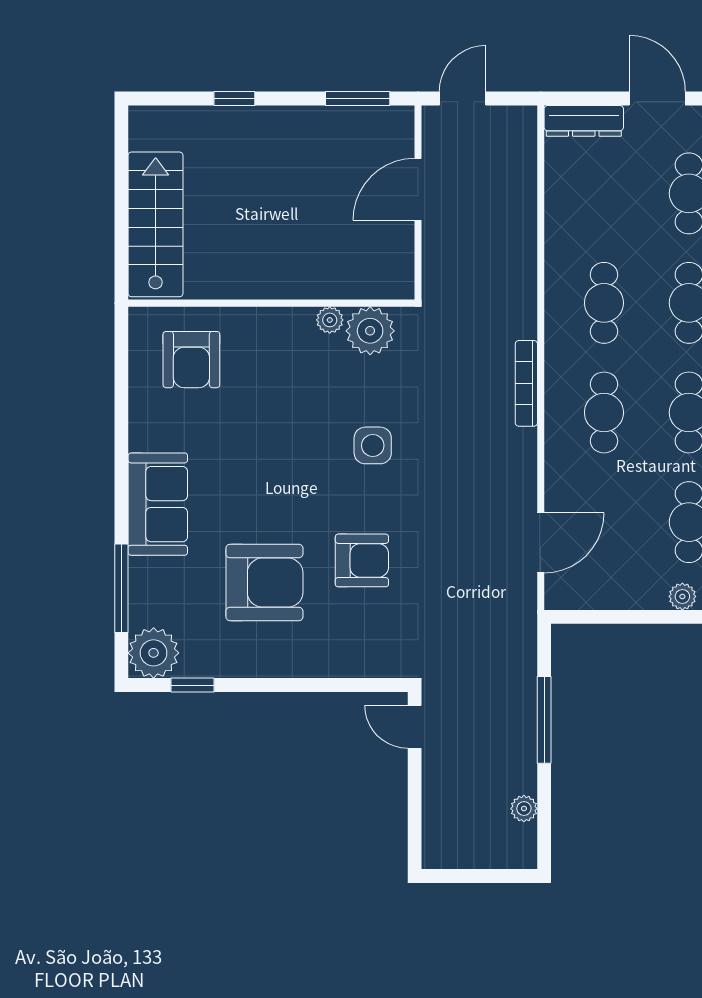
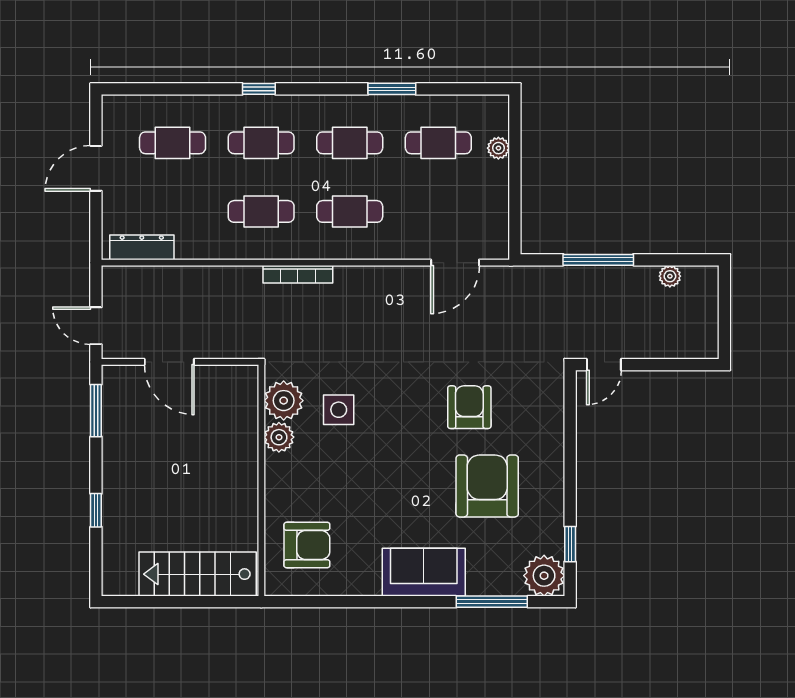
dresser: (584, 121) -> (142, 247), moved, turned -90
plant: (330, 320) -> (279, 437), width x1.38, depth x1.38
bookcase: (526, 383) -> (298, 274), moved
side table: (373, 445) -> (339, 410), moved
door: (541, 543) -> (455, 263), swing flipped

